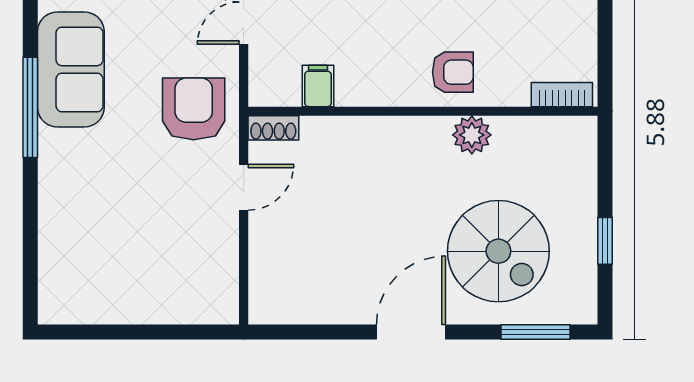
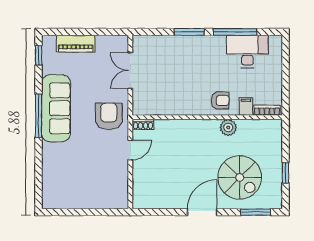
sofa: (71, 69) -> (56, 108), width x1.36
filing cabinet: (318, 86) -> (246, 106), moved

